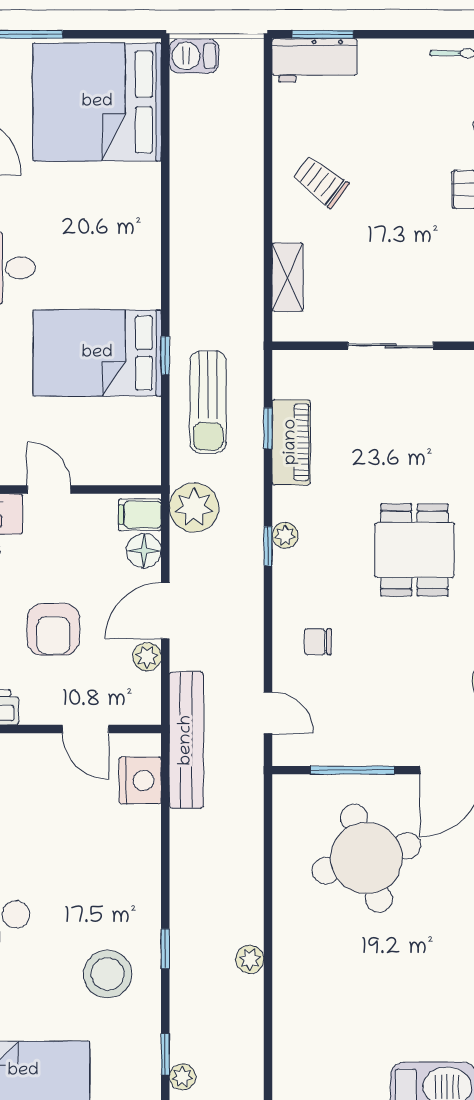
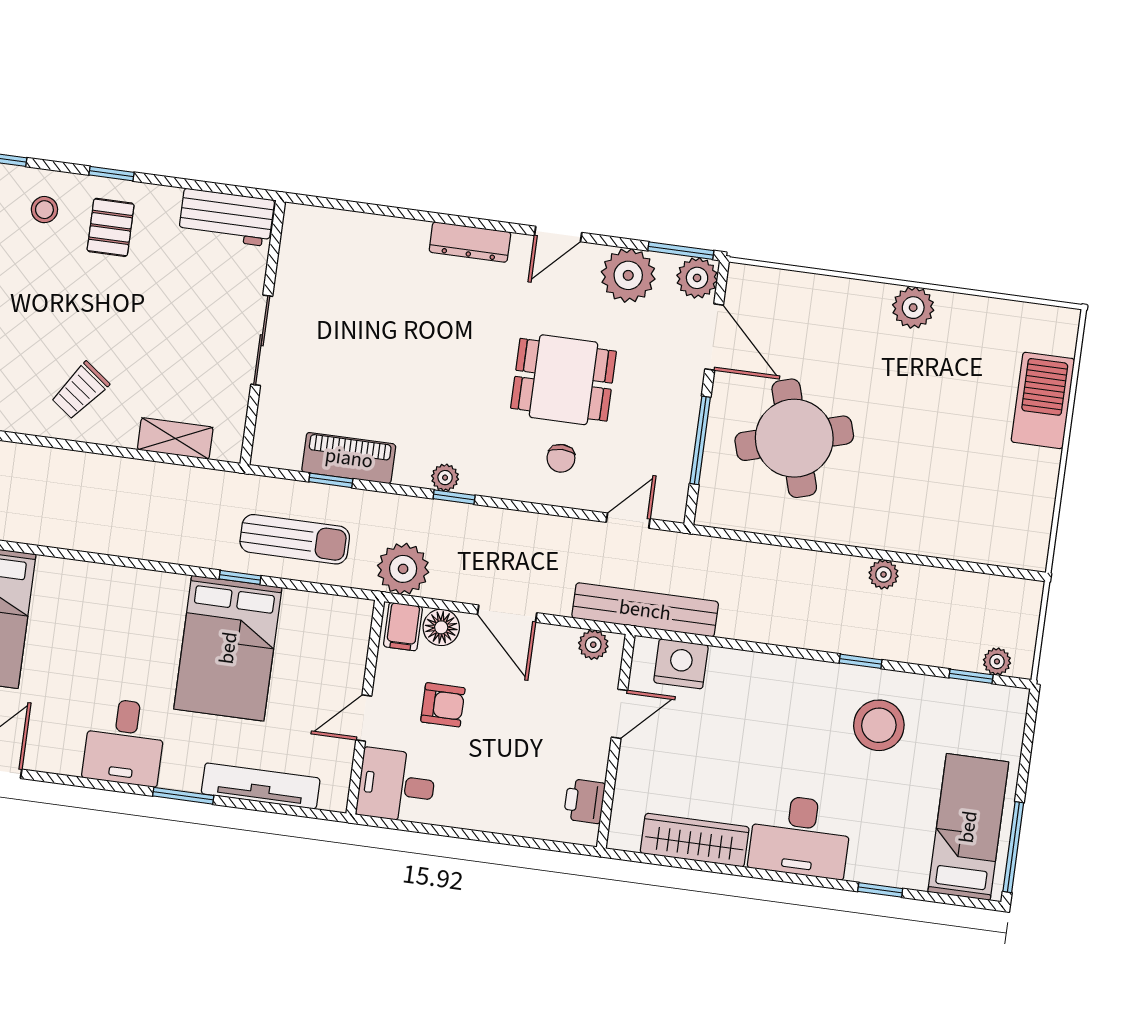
dining table: (414, 550) -> (563, 380), moved
armchair: (53, 629) -> (443, 705), moved, width x0.72, depth x0.72
plant: (147, 657) -> (593, 645), moved

